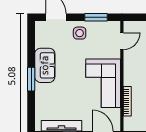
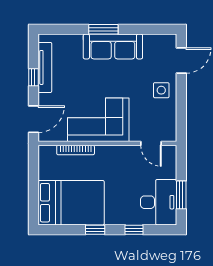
window: (96, 17) -> (181, 111), removed
sofa: (45, 65) -> (113, 46), width x1.36

